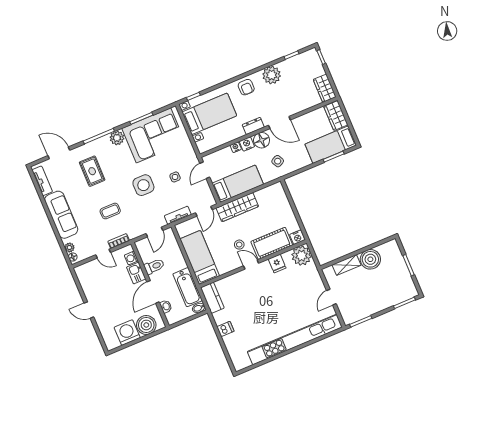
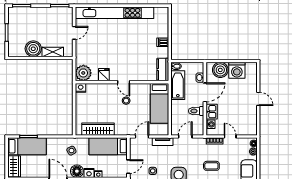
wardrobe: (237, 207) -> (98, 129), moved
cot: (272, 243) -> (102, 91), removed

